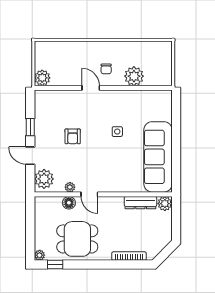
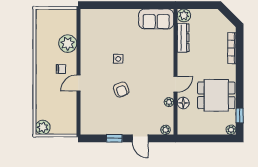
plant: (42, 78) -> (43, 127), moved
armchair: (73, 136) -> (121, 89), moved, turned 69
door: (30, 156) -> (140, 138), hinge flipped
sofa: (158, 157) -> (156, 19), width x0.54, depth x0.79
plant: (44, 179) -> (166, 130), width x0.53, depth x0.53
dining table: (77, 239) -> (216, 95), turned 90

